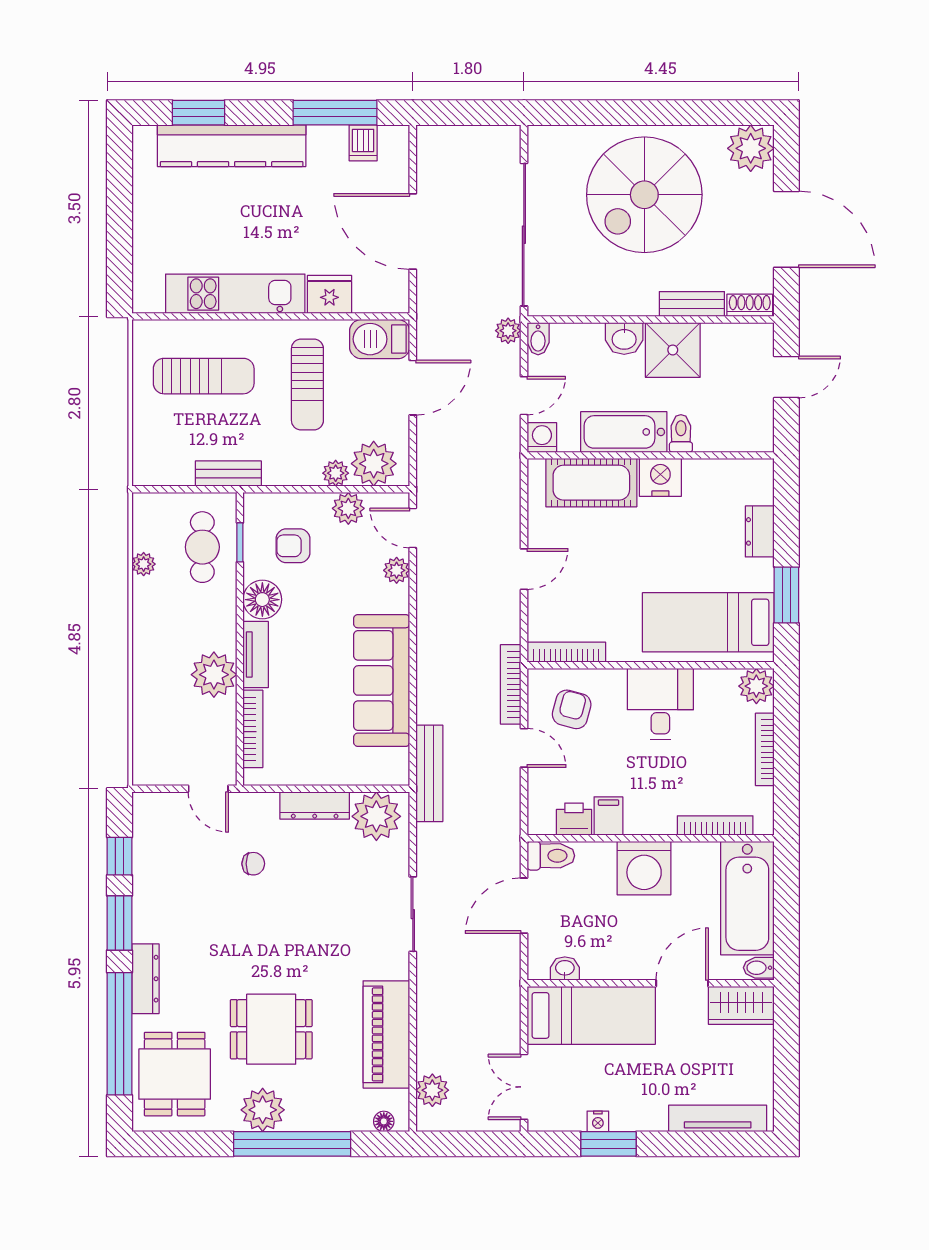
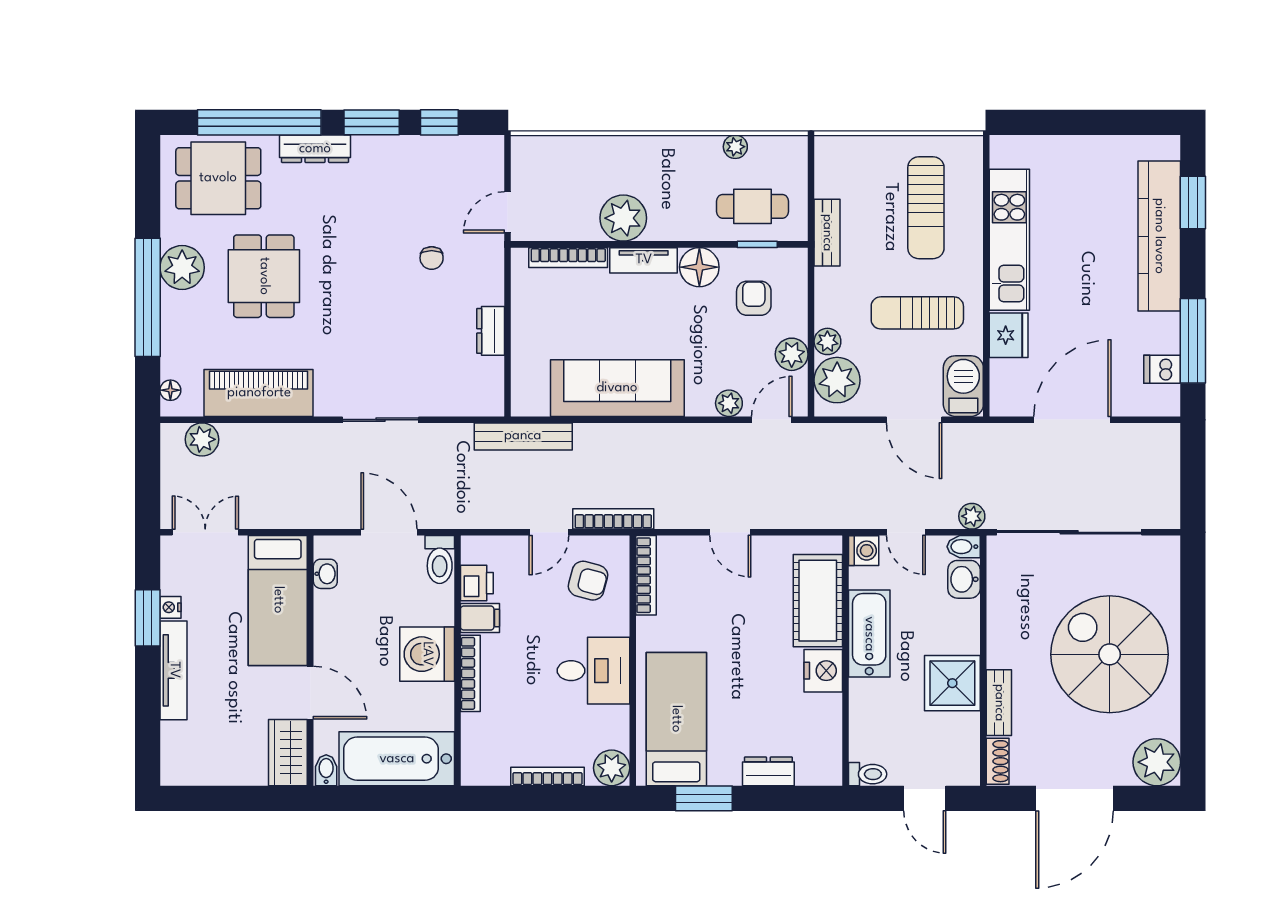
washbasin: (624, 338) -> (964, 579), moved
toilet: (681, 433) -> (868, 774), moved
dresser: (315, 806) -> (491, 331), width x0.70
plant: (376, 816) -> (480, 383), removed
bookcase: (715, 825) -> (470, 673), moved
tv unit: (718, 1118) -> (174, 670), moved

